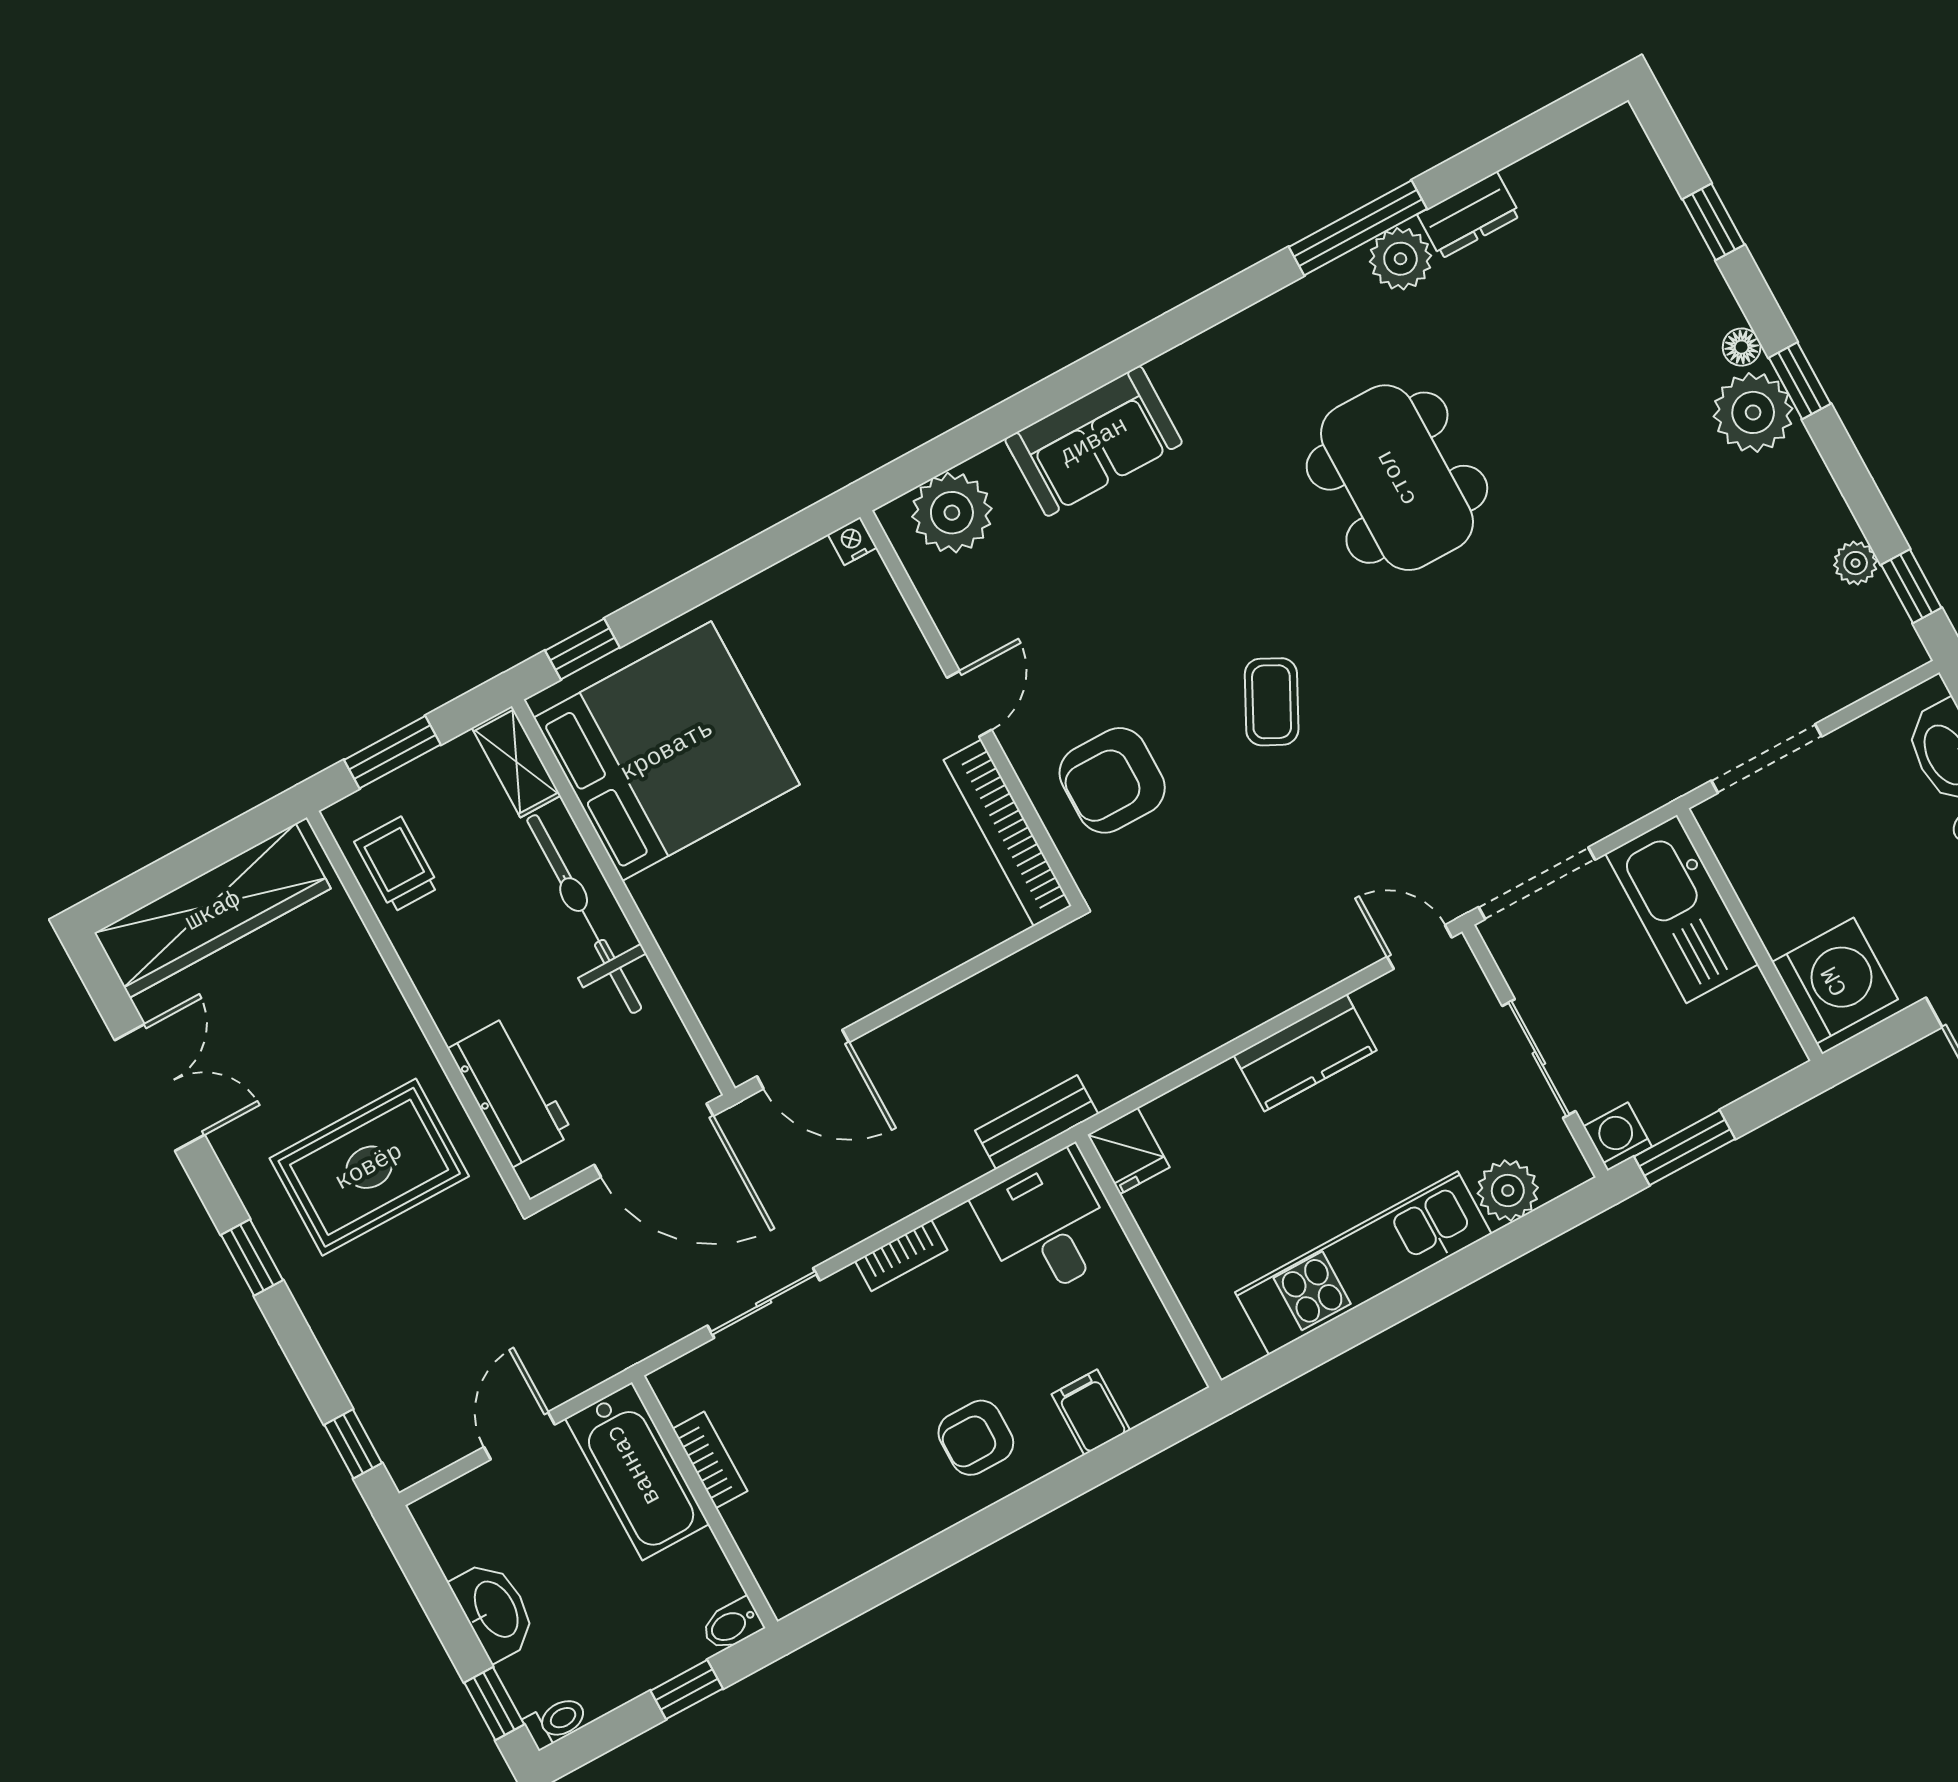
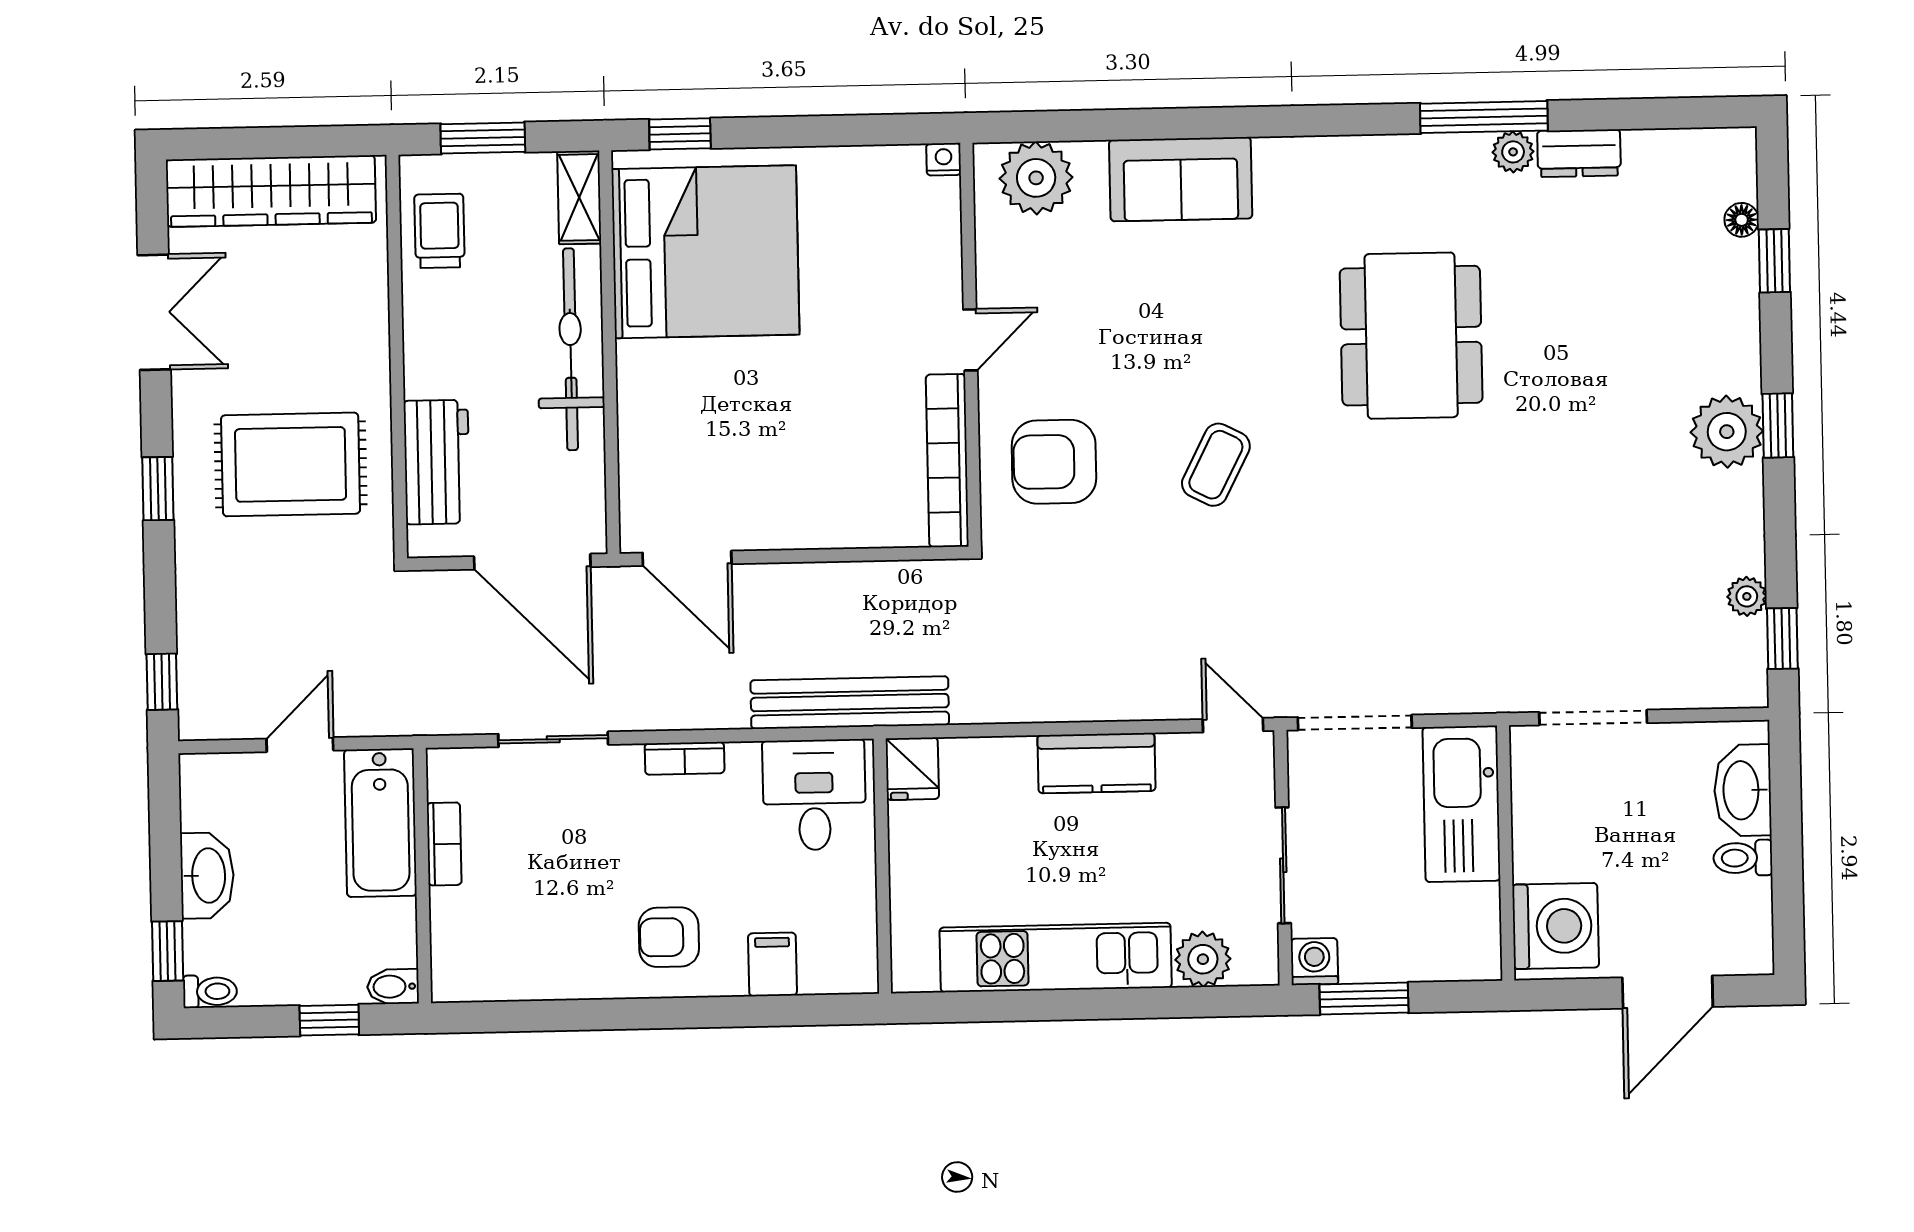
plant: (1400, 259) -> (1513, 152), width x0.73, depth x0.73
floor lamp: (1742, 347) -> (1742, 220), moved
bench: (1037, 1122) -> (850, 703), width x1.86, depth x1.21

